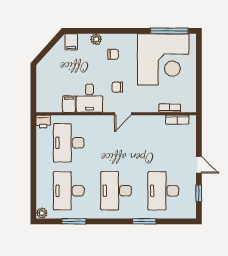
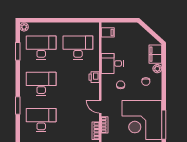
filing cabinet: (71, 42) -> (155, 54), width x2.00
filing cabinet: (69, 104) -> (108, 32), moved
door: (123, 114) -> (100, 107), moved
printer: (43, 122) -> (94, 77), moved

